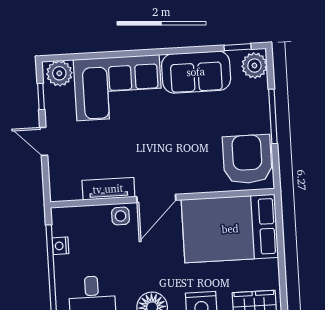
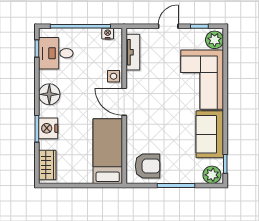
armchair: (247, 159) -> (148, 166), width x0.73, depth x0.73
tv unit: (108, 189) -> (133, 52), moved
bed: (230, 229) -> (108, 151), width x0.67
nightstand: (60, 246) -> (108, 34), moved

